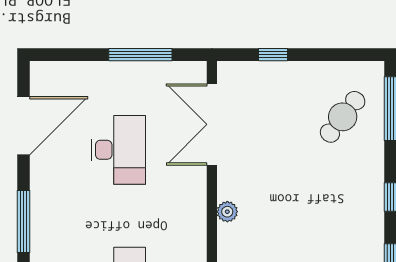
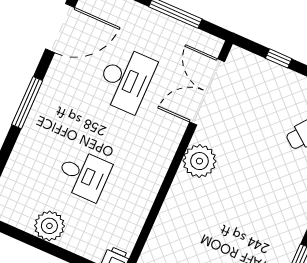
plant: (227, 212) -> (199, 161), width x1.88, depth x1.88

